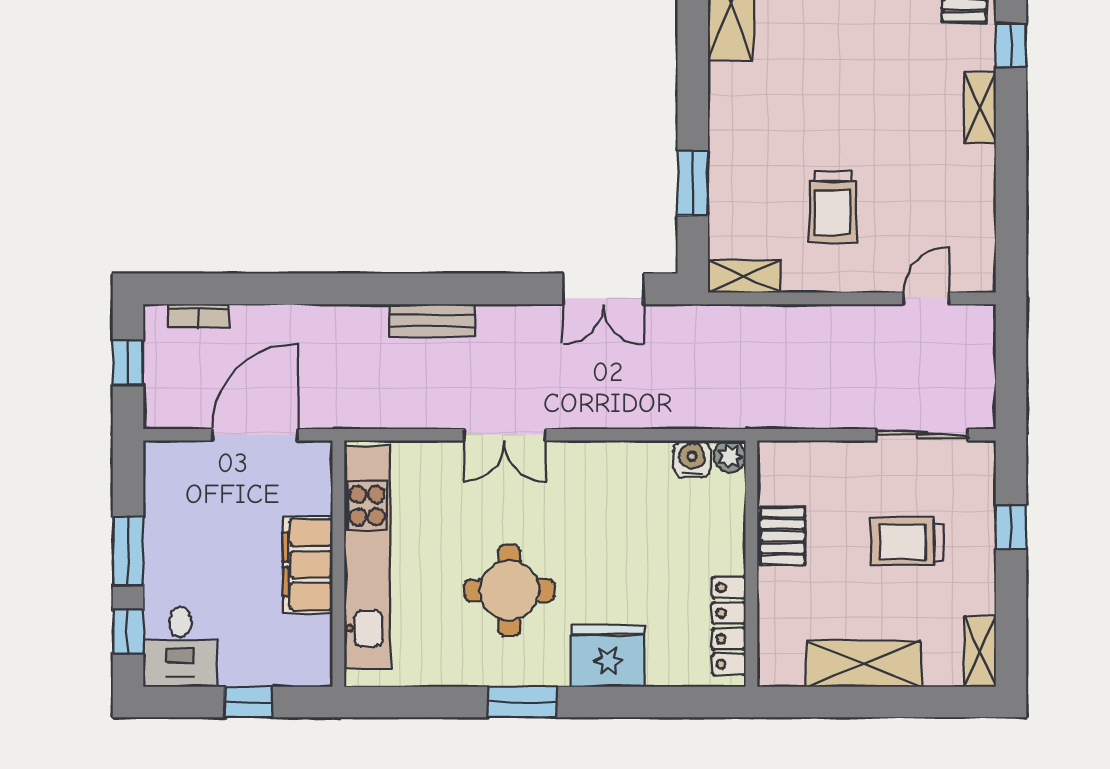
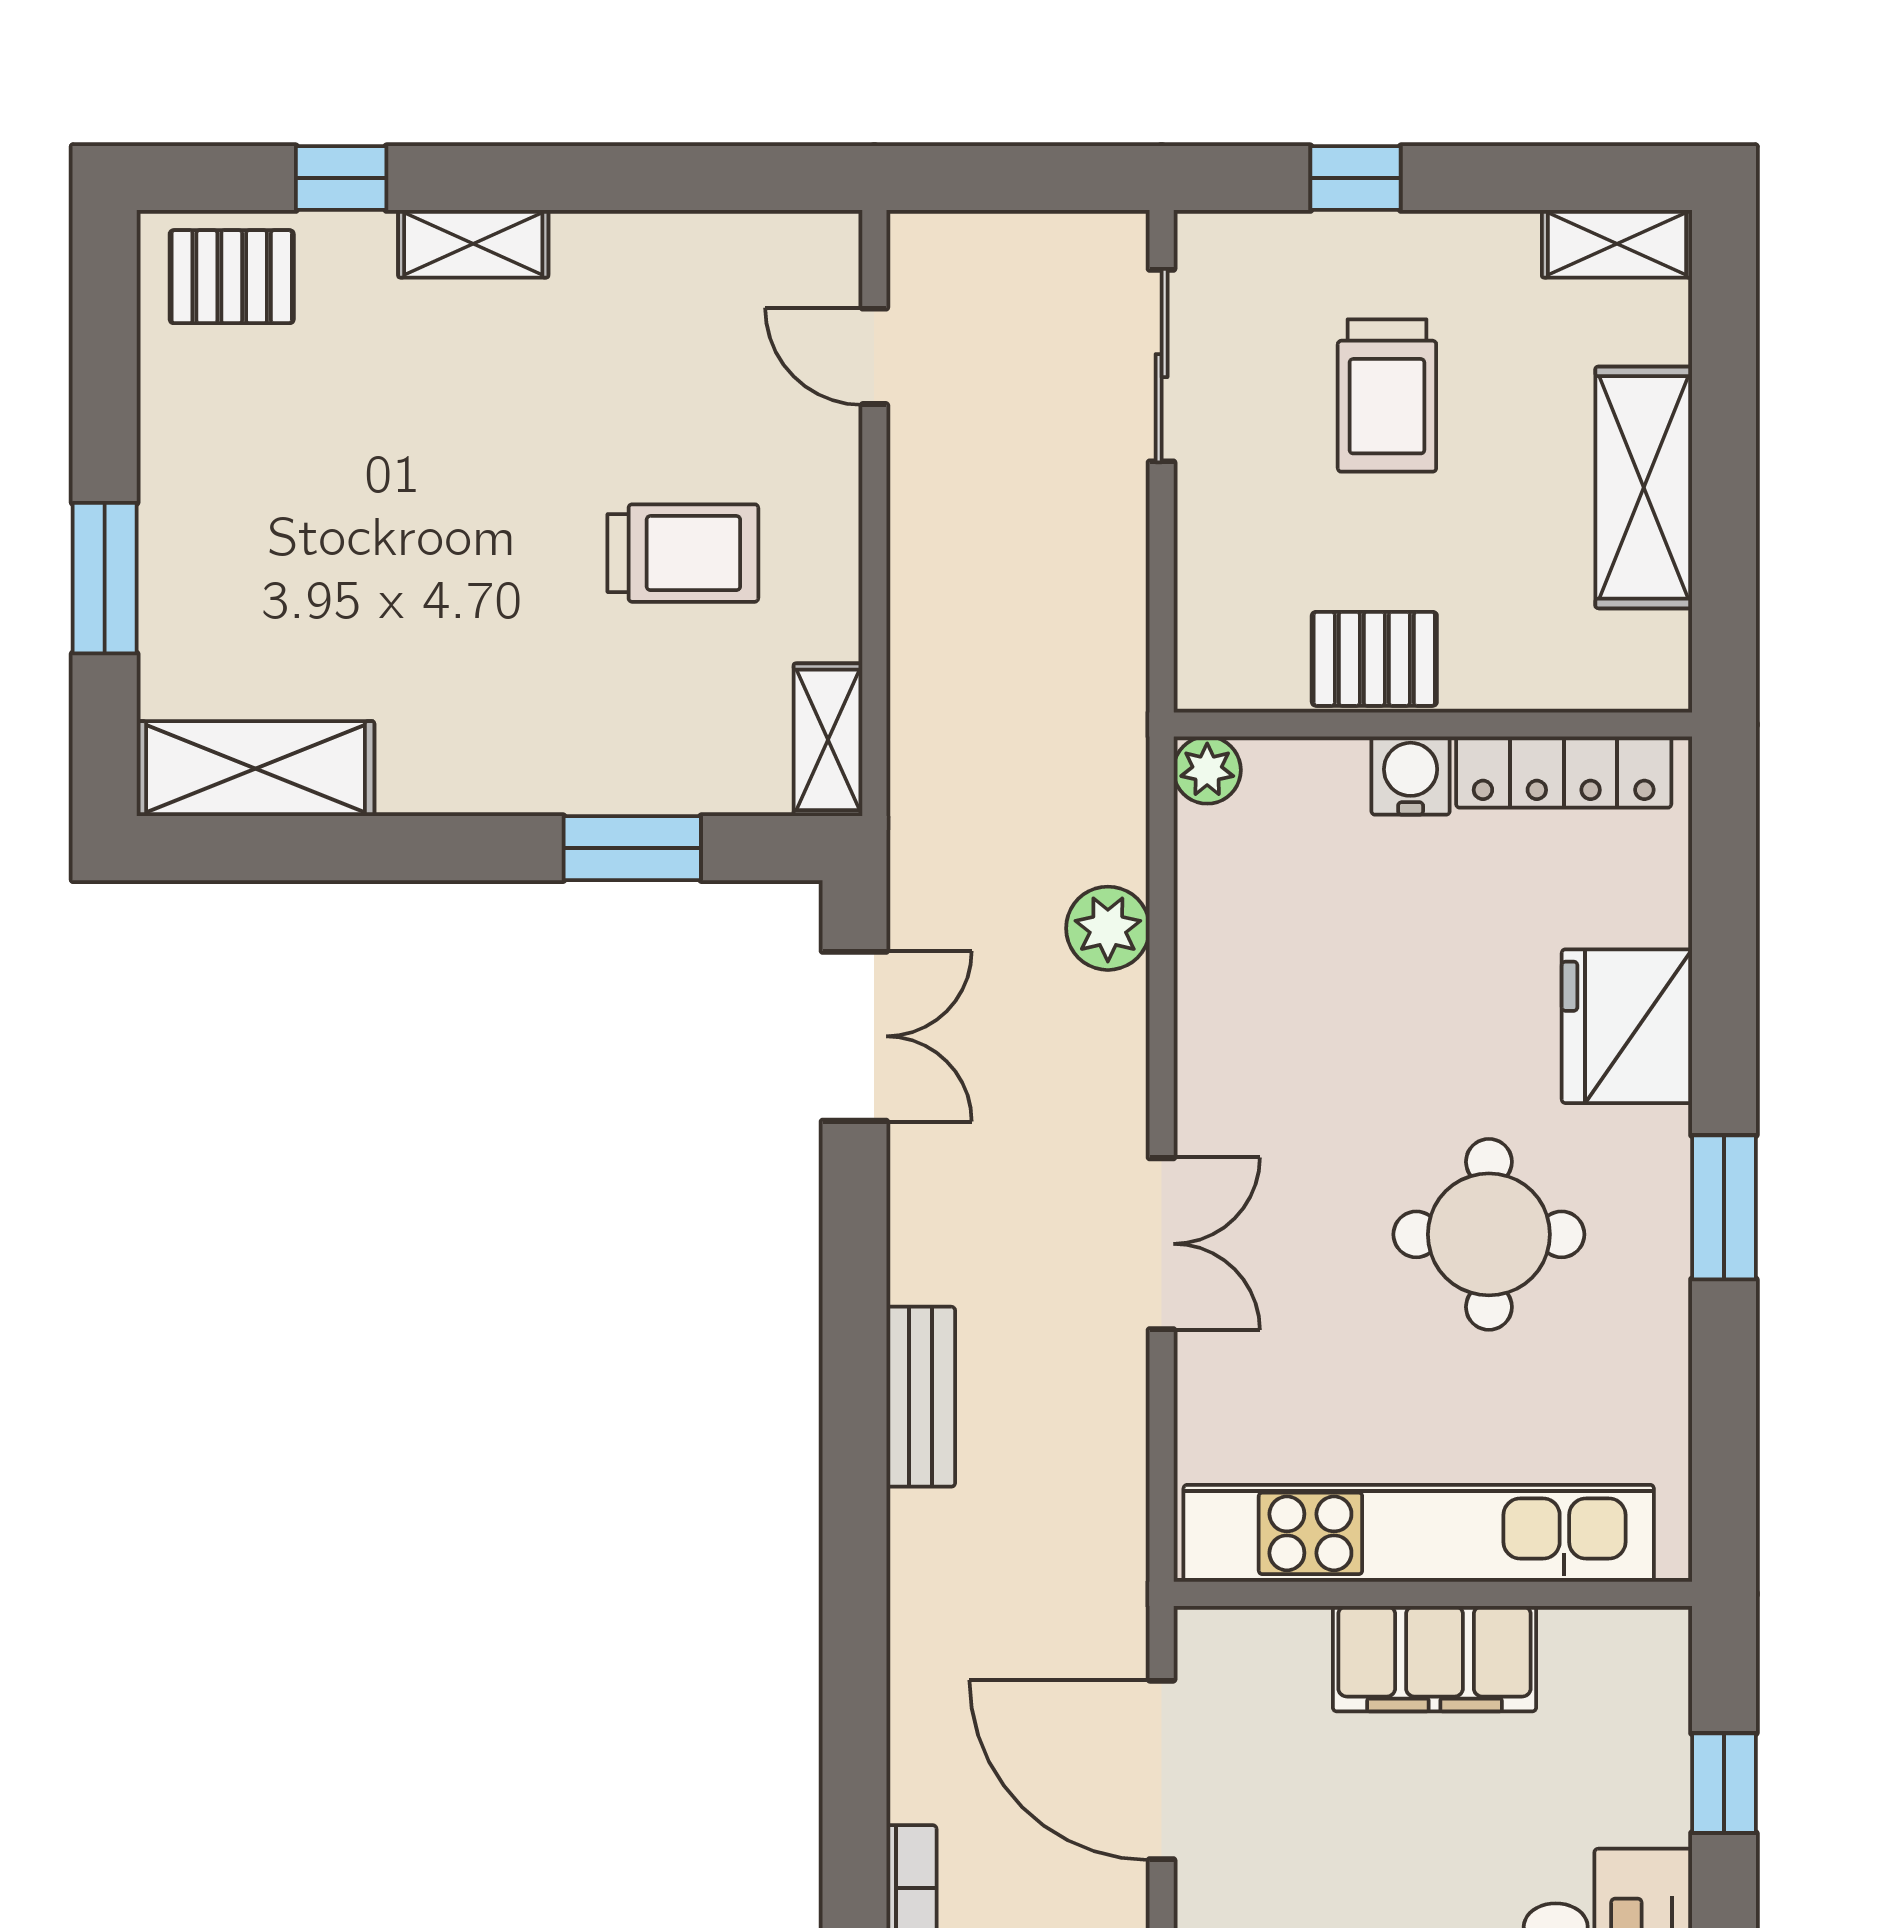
plant: (655, 409) -> (1108, 928), added
water cooler: (692, 459) -> (1411, 776), moved, turned 90

